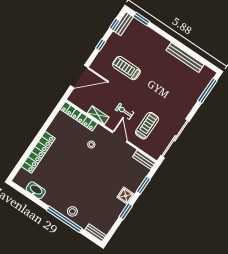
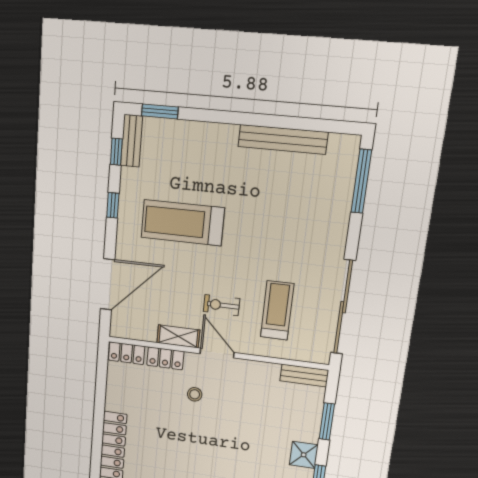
treadmill: (126, 68) -> (182, 223), width x1.37, depth x1.38
door: (120, 137) -> (217, 353), moved

